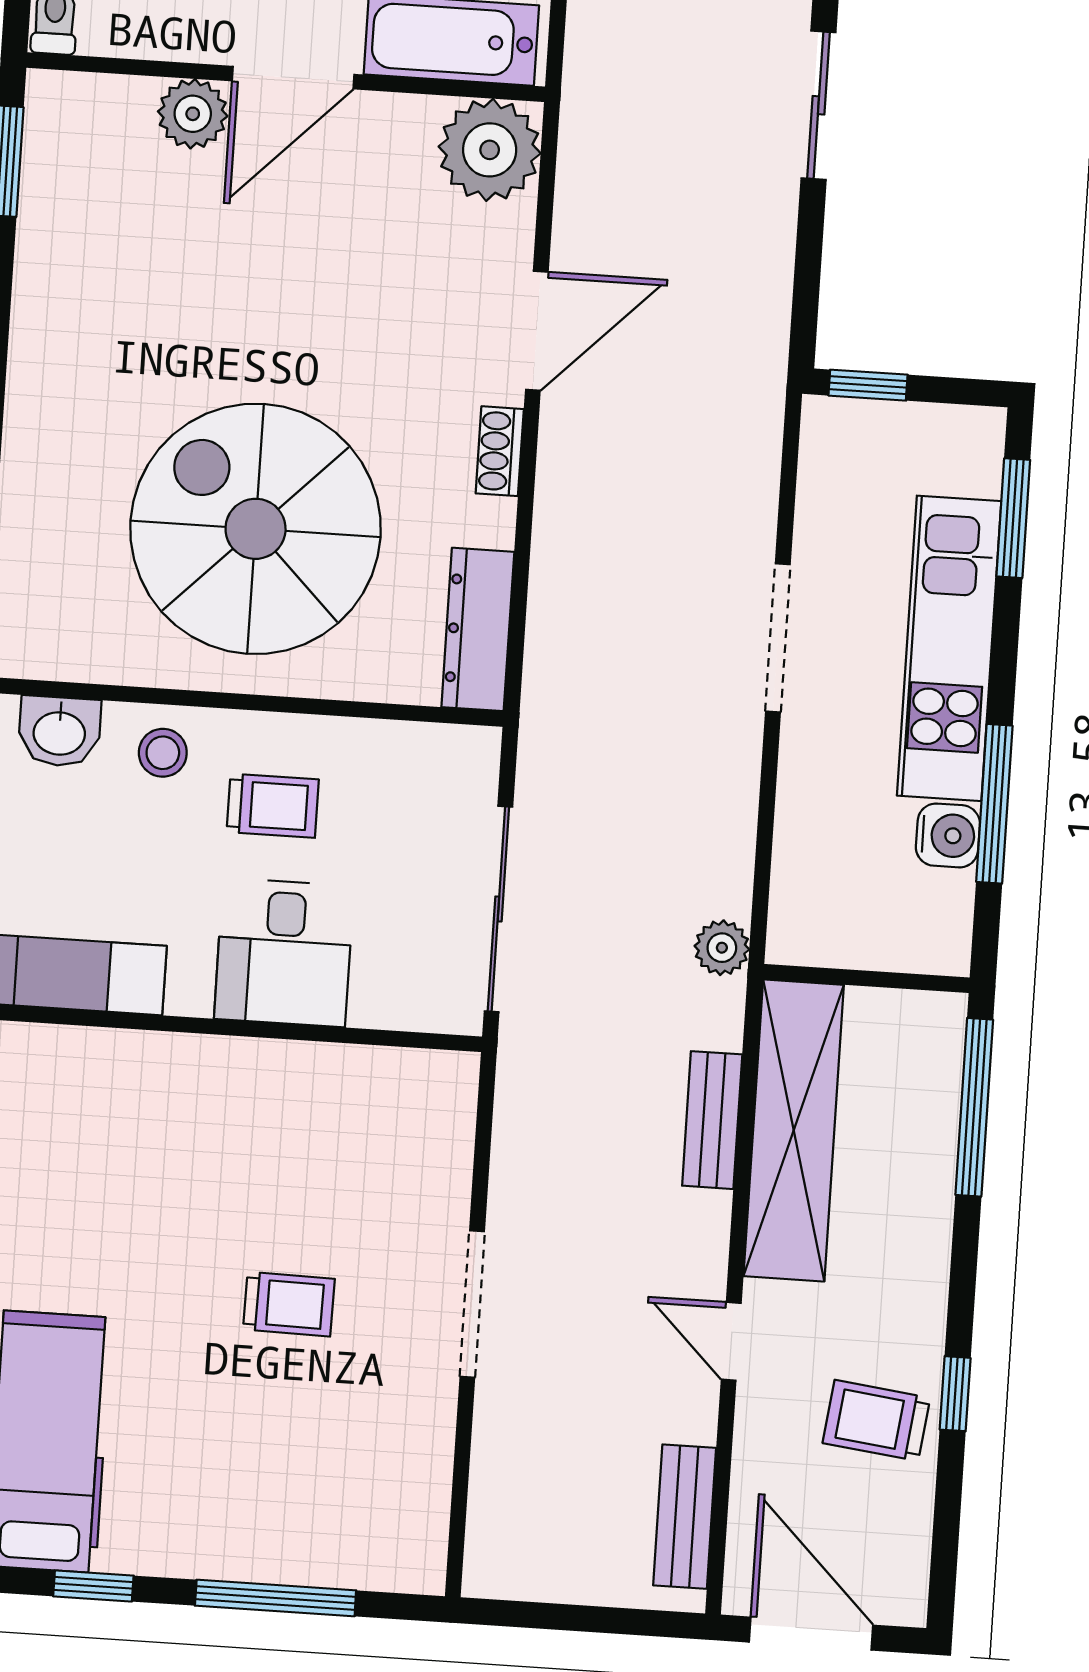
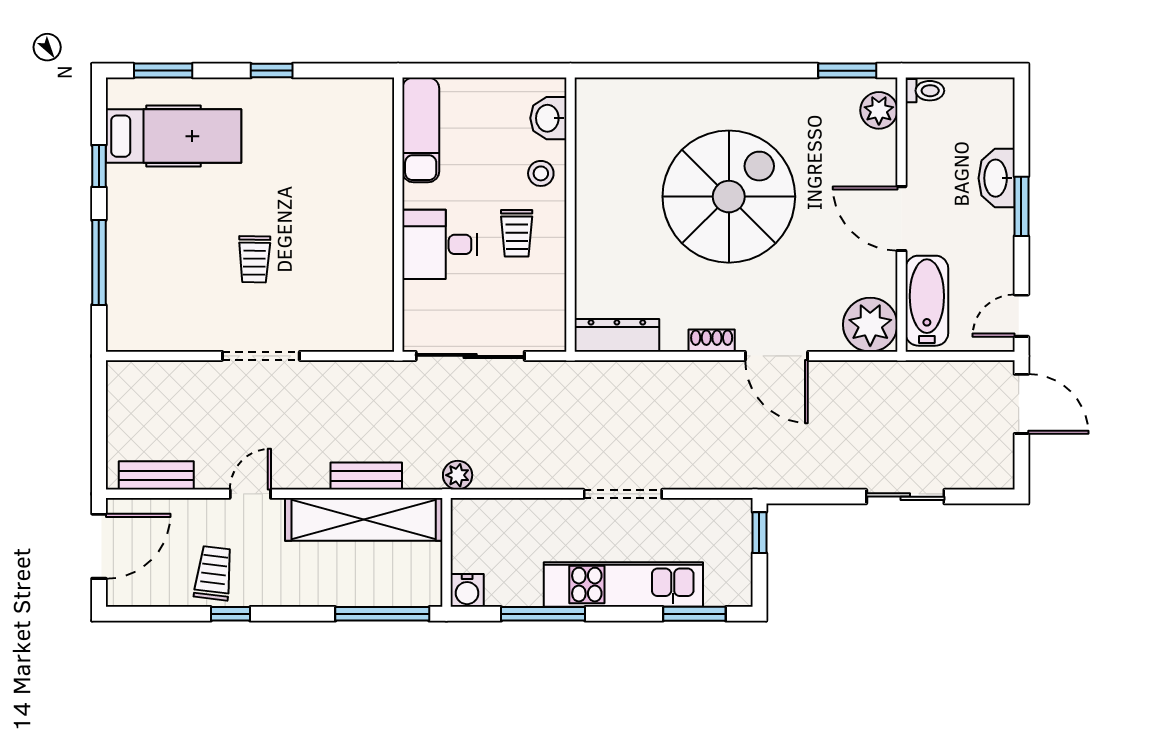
plant: (193, 114) -> (879, 110), moved
spiral stairs: (256, 529) -> (729, 197), moved
water cooler: (948, 835) -> (467, 590), moved

